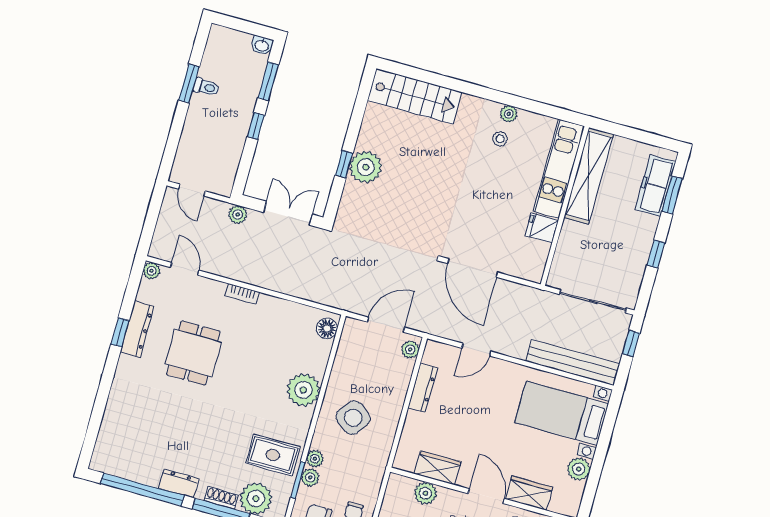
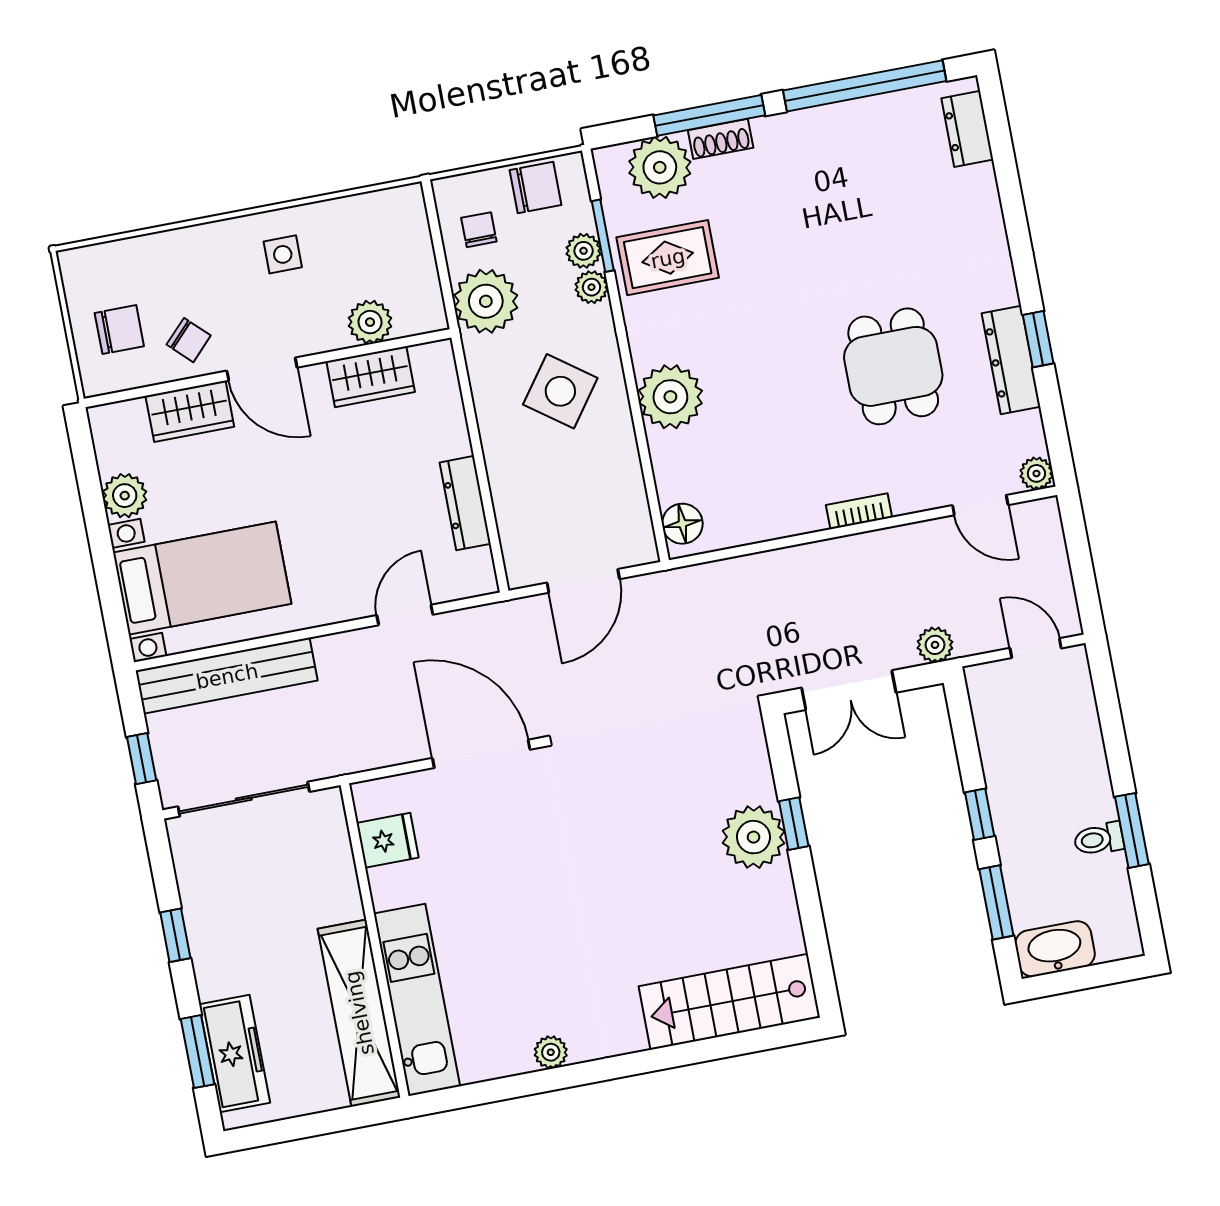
washbasin: (262, 45) -> (1055, 949), width x1.91, depth x1.45
stool: (500, 139) -> (544, 1002), removed
fridge: (542, 228) -> (388, 840), moved
plant: (410, 350) -> (486, 301), moved, width x1.87, depth x1.87
dresser: (179, 483) -> (967, 129), moved, turned 90

